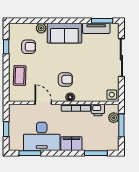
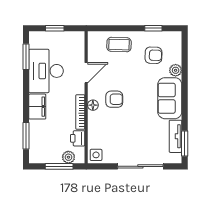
armchair: (29, 47) -> (153, 55), turned -88
armchair: (65, 79) -> (114, 99), turned -90

